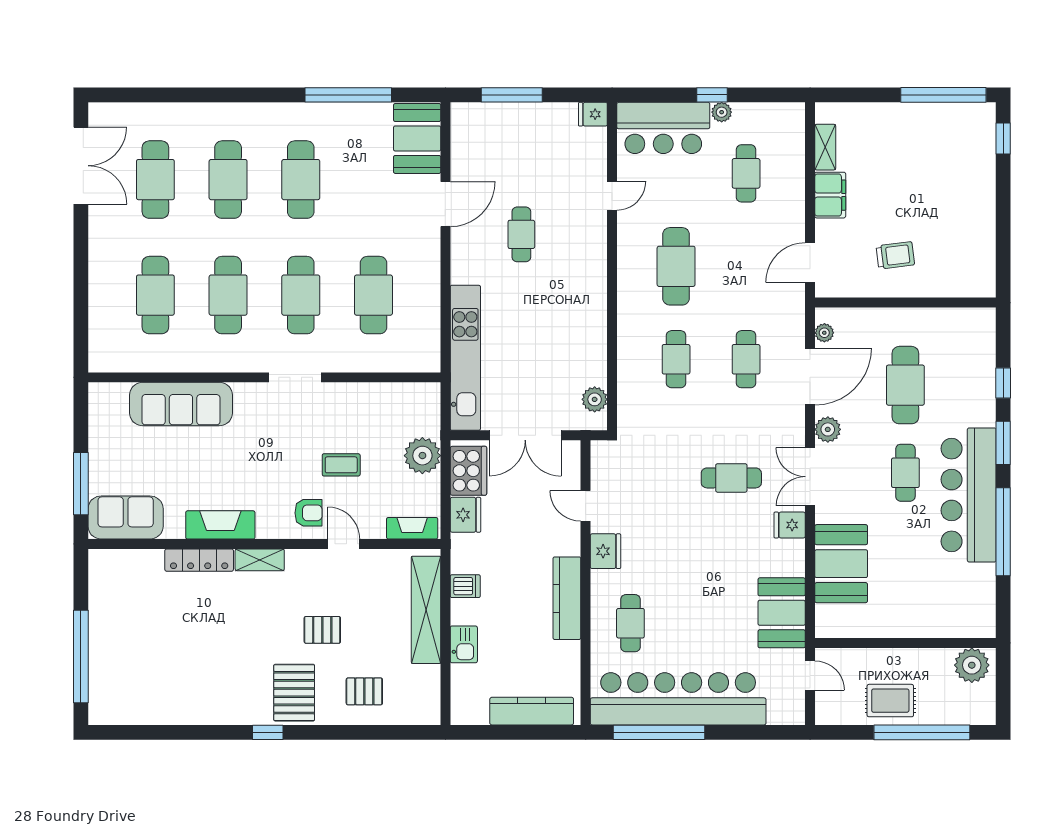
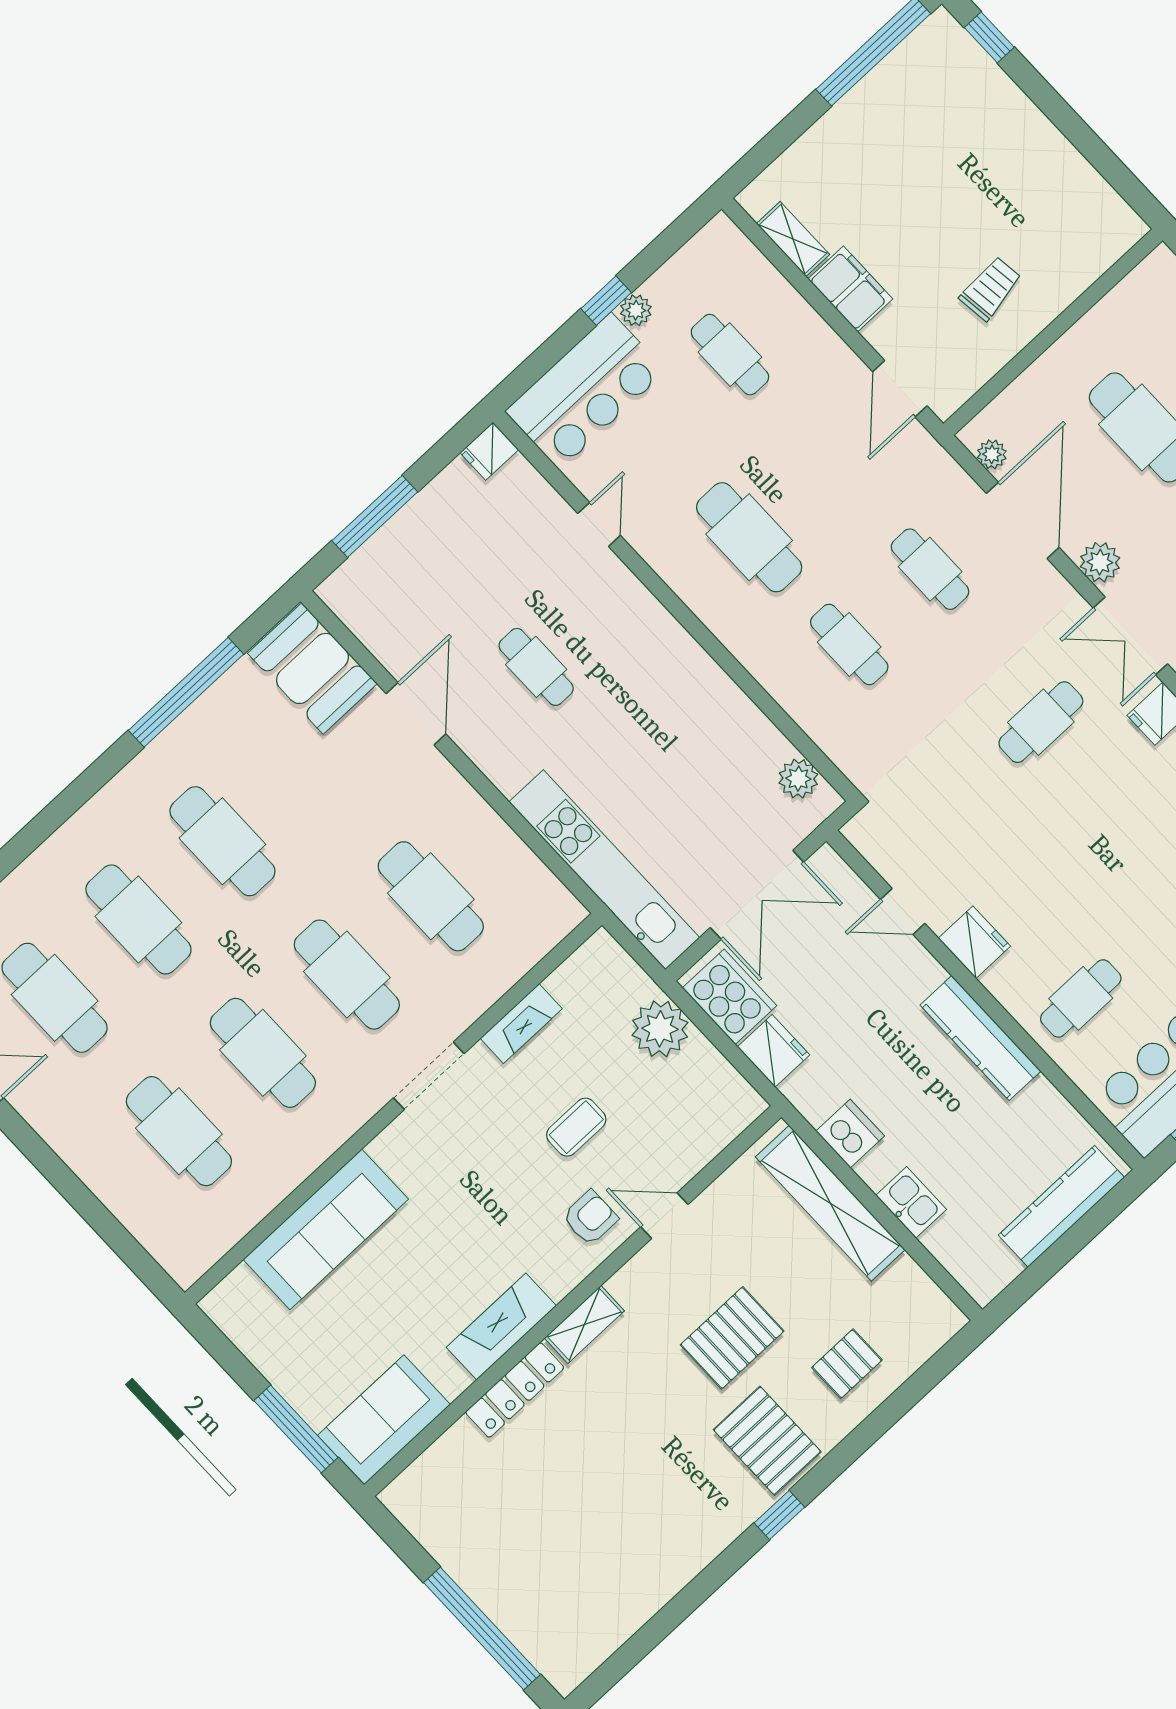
fireplace: (412, 528) -> (521, 1024), moved, turned 180
dishwasher: (465, 586) -> (850, 1134), width x1.38
cafe table: (630, 623) -> (1081, 998), turned 90
pallet: (322, 630) -> (732, 1338), width x1.50, depth x1.42

